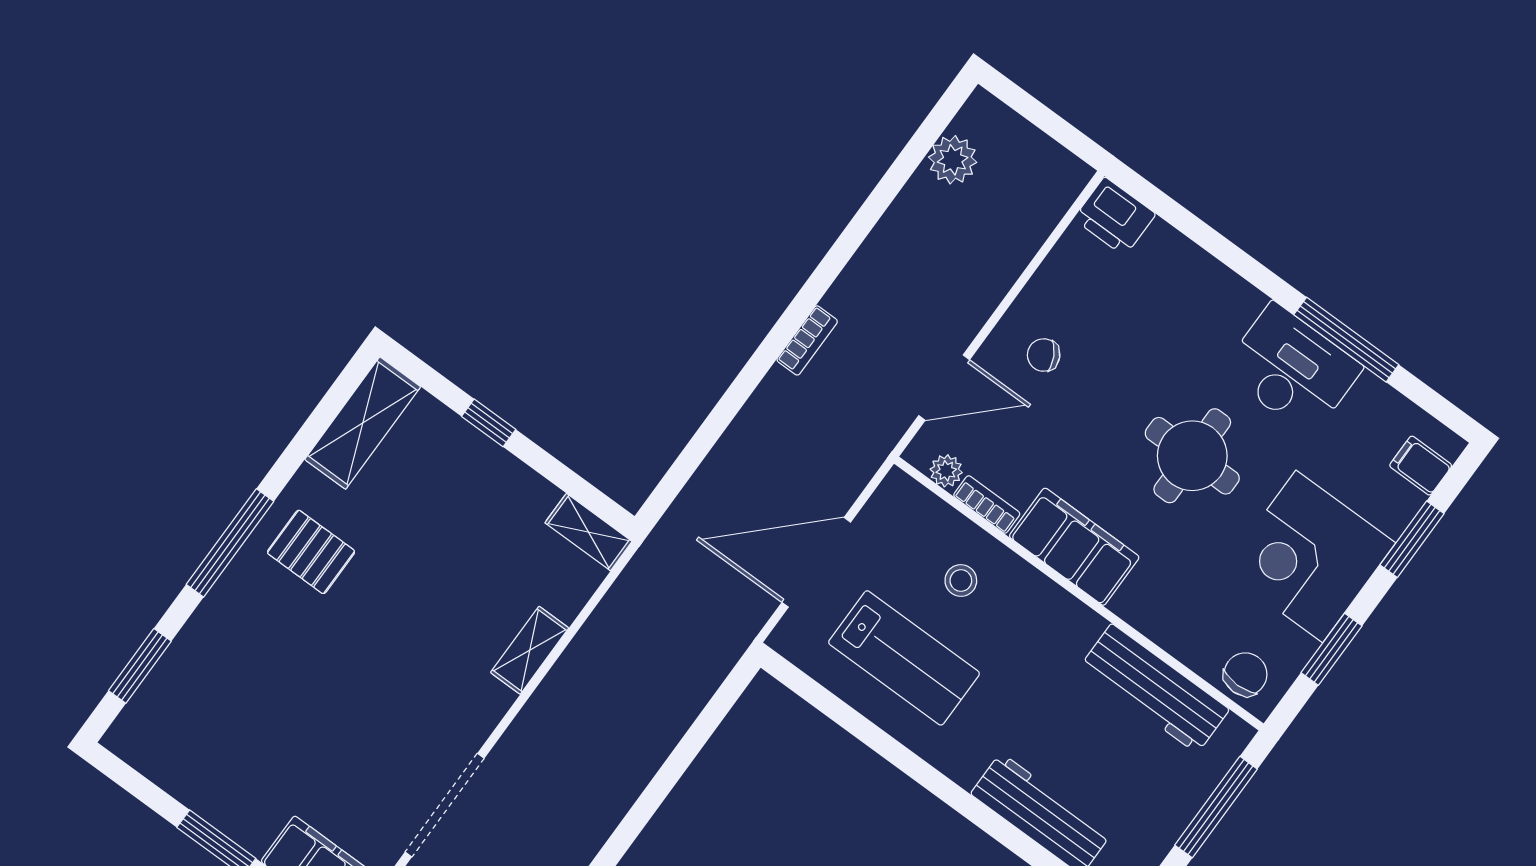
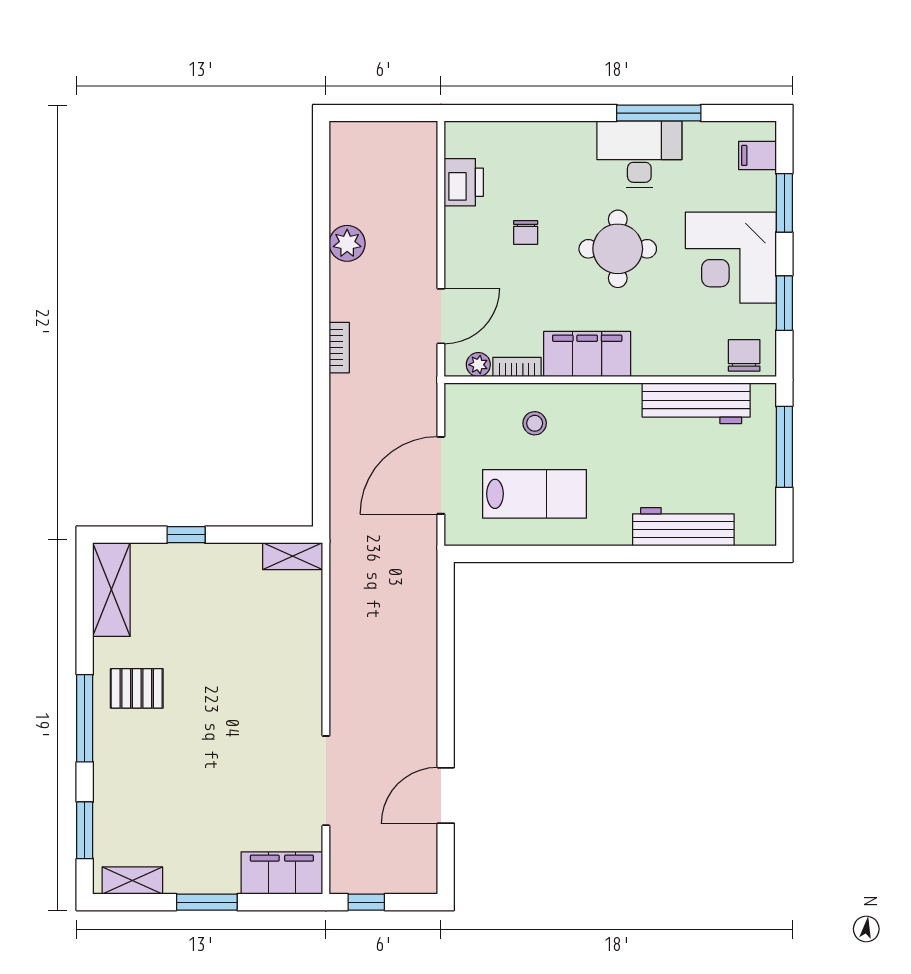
plant: (953, 160) -> (347, 243), moved
printer: (1115, 216) -> (464, 182), moved, turned -90
chair: (1044, 355) -> (526, 232), moved, turned -62
shelving: (530, 650) -> (132, 881), moved, turned 90

